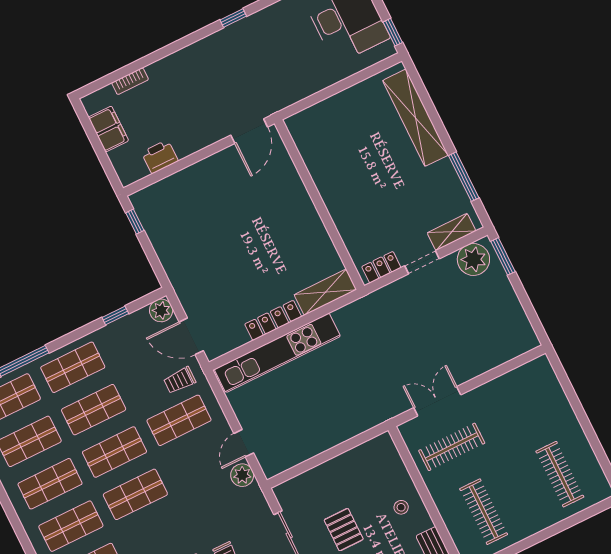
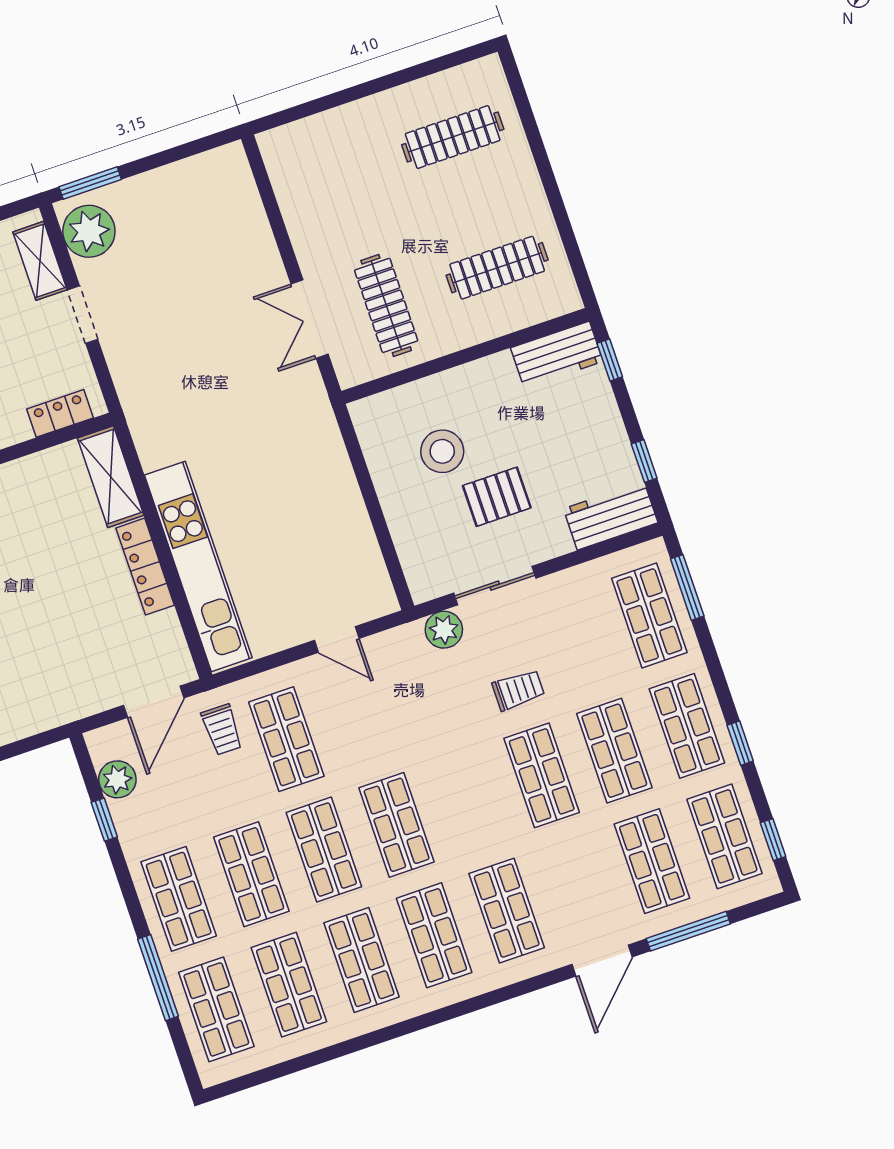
locker: (381, 267) -> (60, 413), moved, turned 90
plant: (161, 310) -> (117, 779), moved
plant: (242, 475) -> (444, 630), moved
stool: (401, 507) -> (442, 451), moved, width x1.89, depth x1.89

